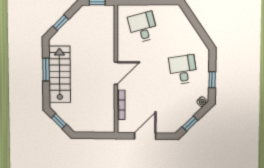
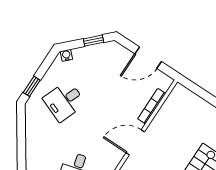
desk: (183, 69) -> (64, 101), turned 30
window: (212, 80) -> (32, 86), moved

